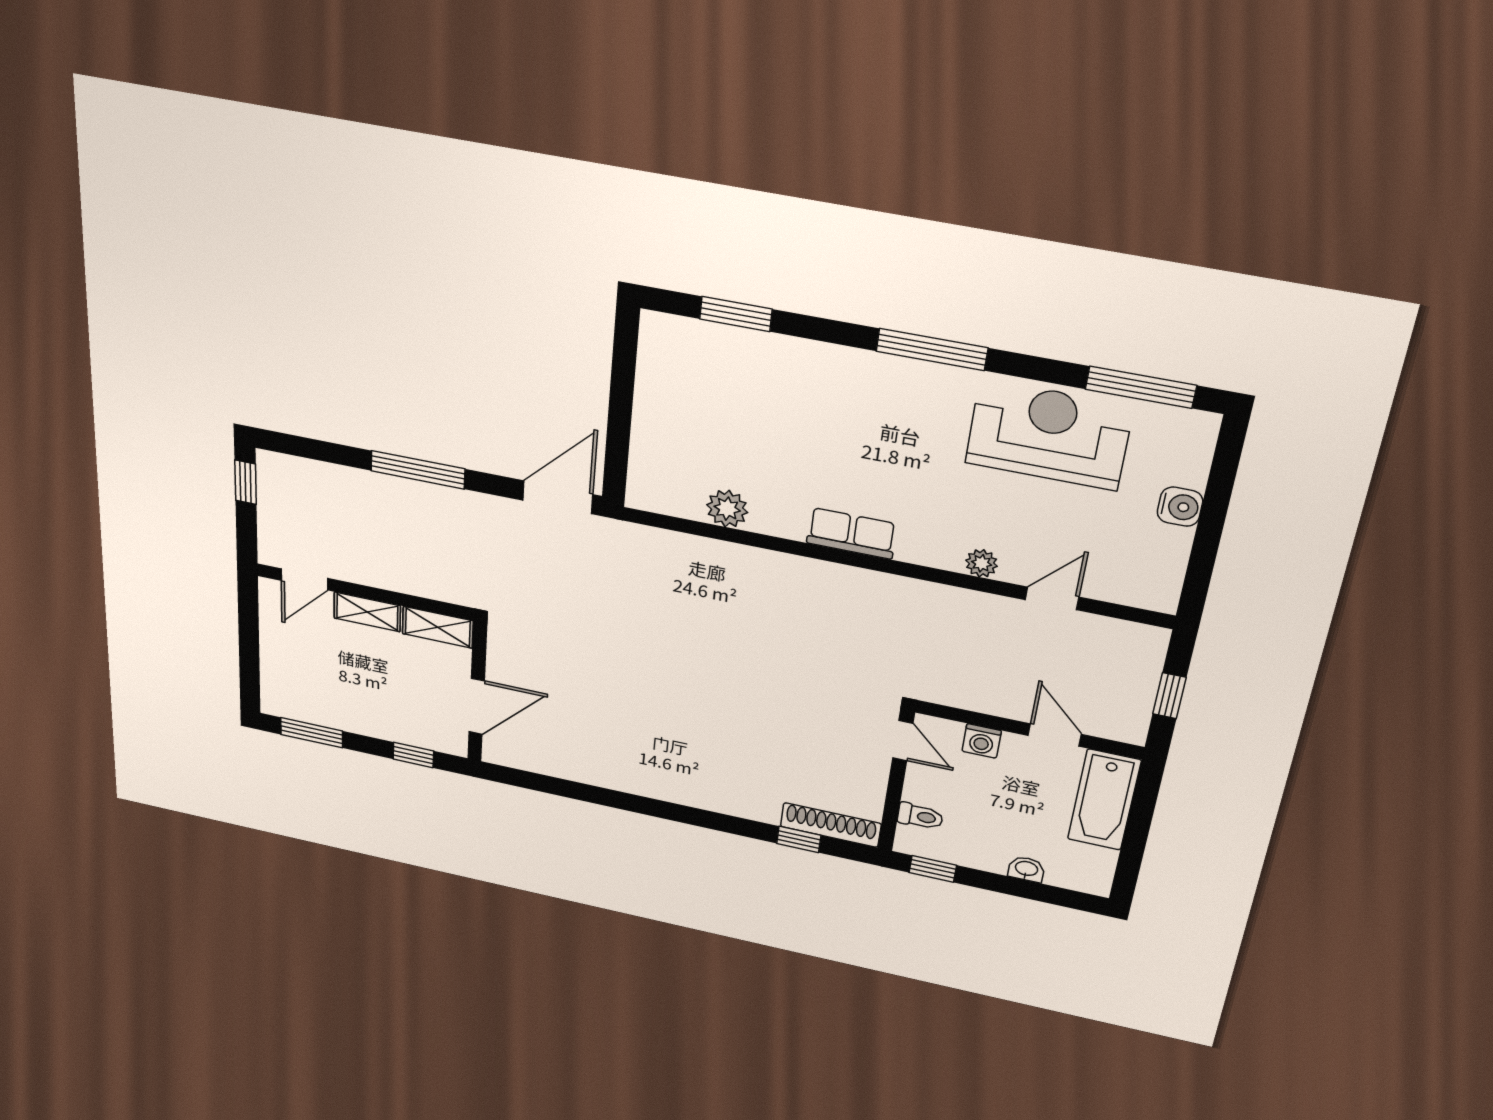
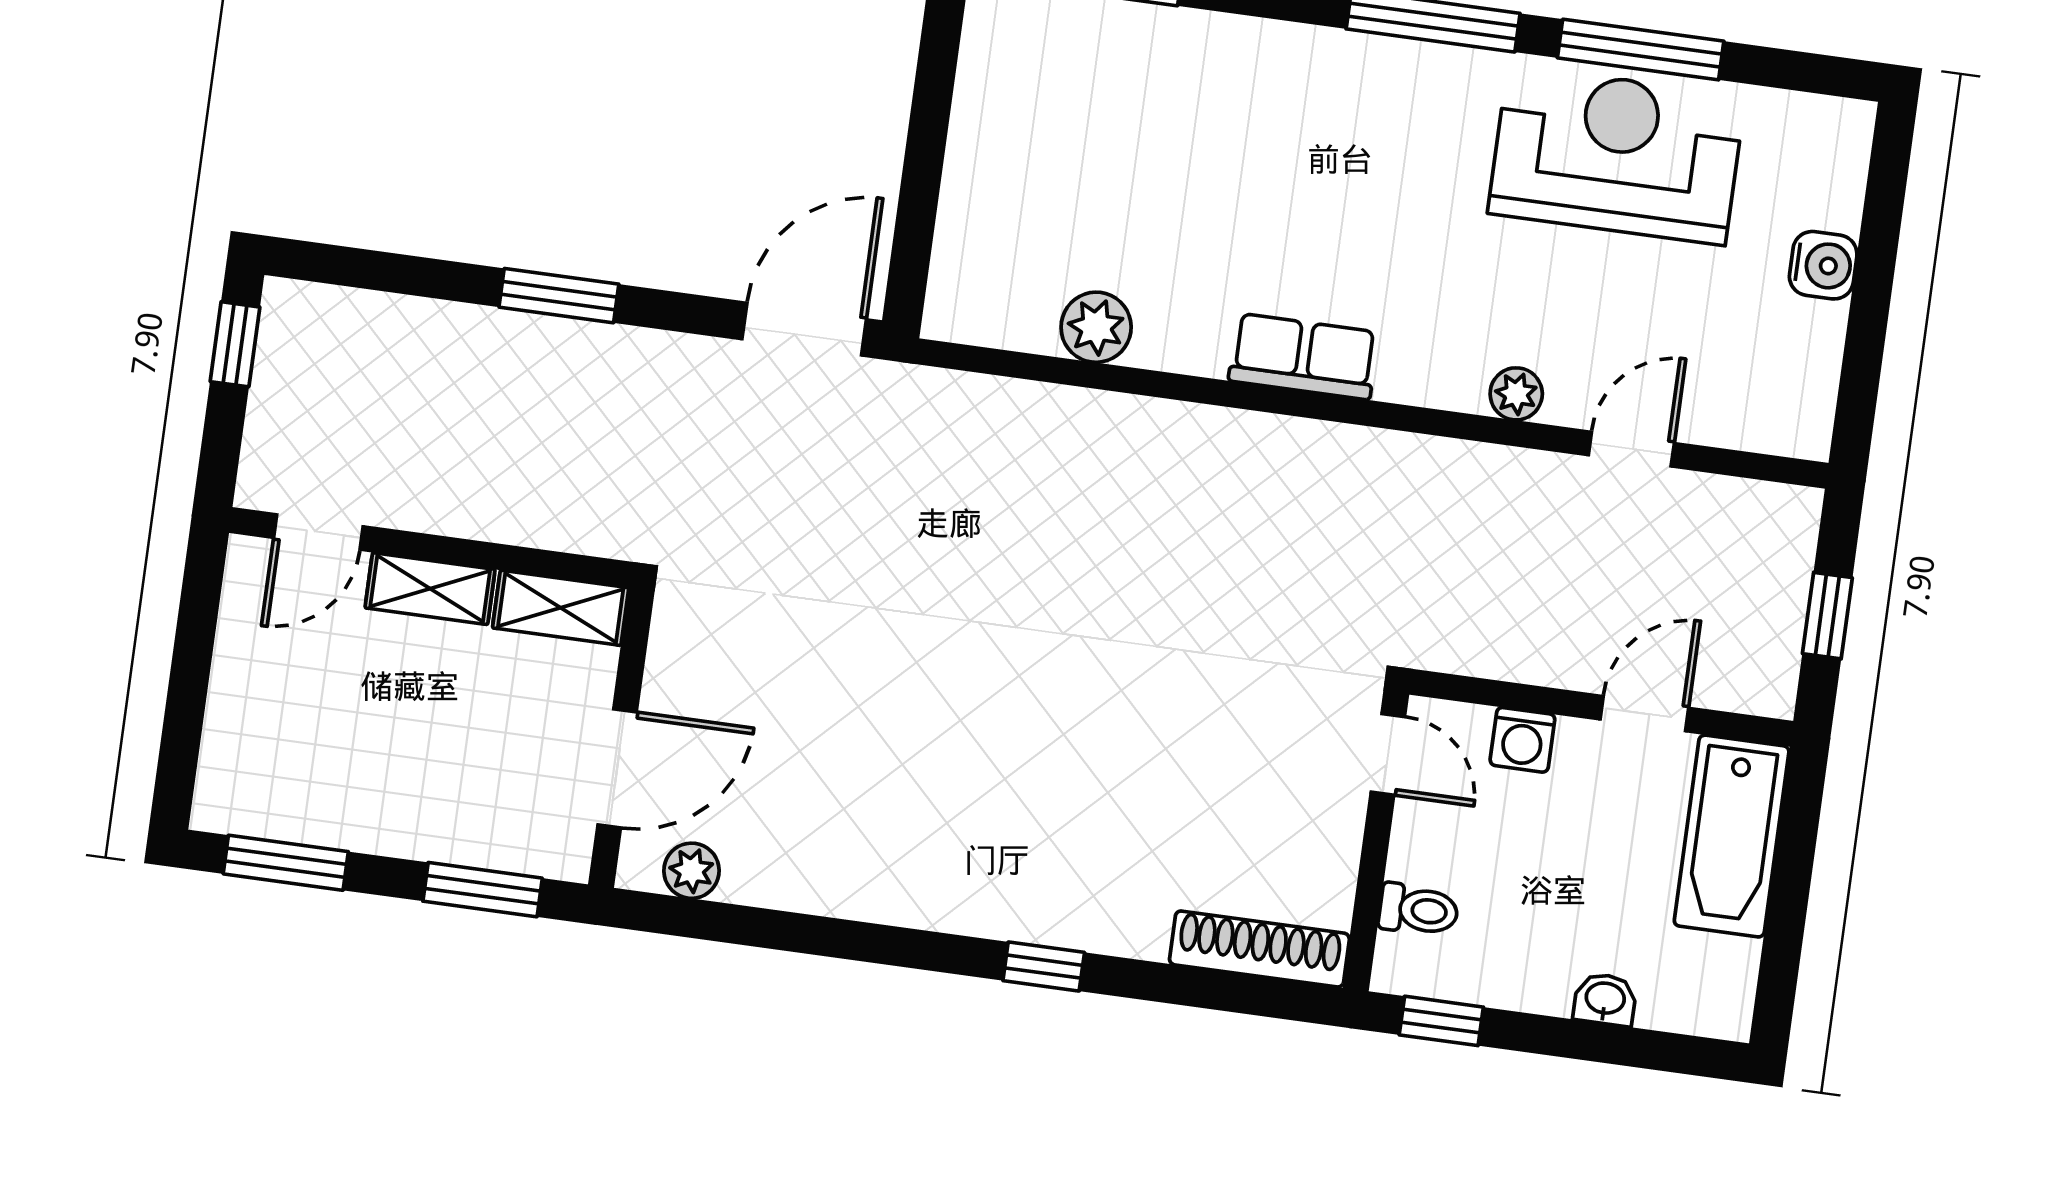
window: (1141, 387) -> (1641, 50), moved
window: (418, 470) -> (559, 296), width x0.69
door: (1055, 735) -> (1644, 714), hinge flipped
window: (413, 755) -> (483, 890), width x1.50
plant: (521, 757) -> (692, 871), added
window: (799, 839) -> (1044, 967), moved

